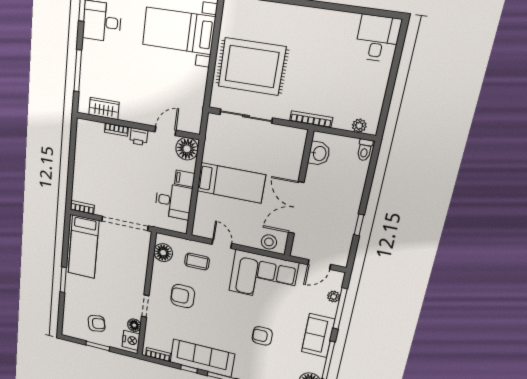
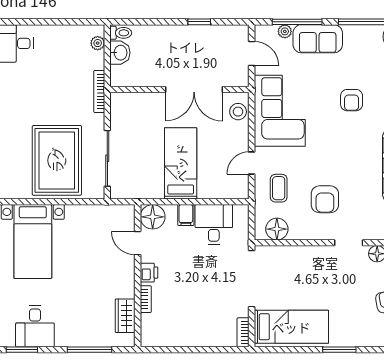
washbasin: (319, 153) -> (120, 53), moved, turned 90
sofa: (318, 336) -> (318, 39), moved

